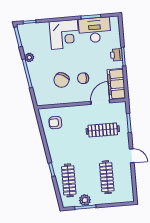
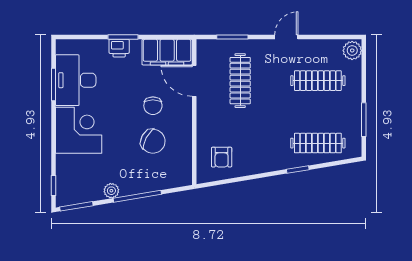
plant: (85, 200) -> (352, 50), moved

